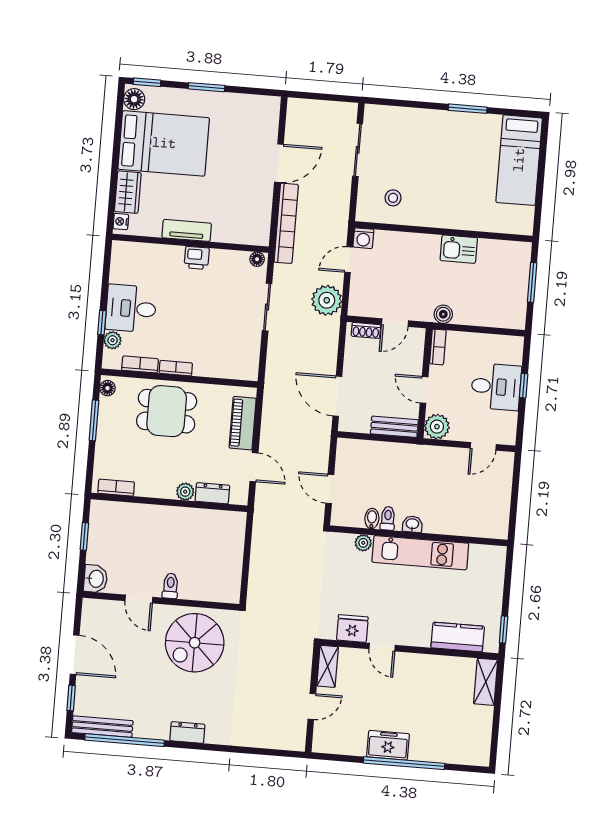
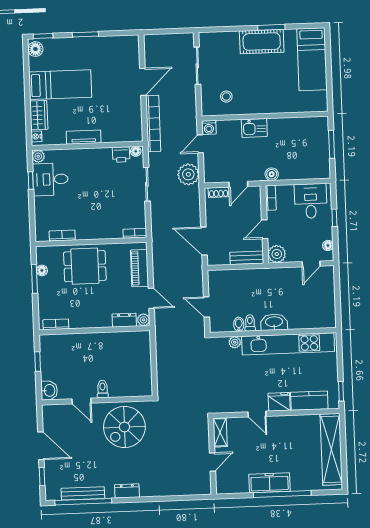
cot: (452, 127) -> (262, 42), added
bed: (164, 143) -> (60, 85), width x0.67
kitchen sink: (459, 249) -> (254, 128), moved
printer: (197, 258) -> (121, 154), moved
desk: (131, 308) -> (50, 179), moved
window: (102, 323) -> (31, 180), moved
plant: (112, 340) -> (38, 156), moved
bookcase: (176, 368) -> (135, 233), moved
desk: (496, 387) -> (311, 201), moved, turned -90
floor lamp: (107, 388) -> (42, 270), moved
door: (424, 390) -> (265, 229), hinge flipped
floor lamp: (510, 423) -> (328, 245), added
plant: (185, 492) -> (144, 320), moved
washbasin: (412, 524) -> (274, 322), width x1.91, depth x1.45
kitchen unit: (420, 553) -> (288, 344), width x1.36
fridge: (352, 628) -> (279, 402), moved
shelving: (486, 682) -> (331, 449), width x2.20, depth x1.33
bench: (102, 727) -> (83, 493), moved
freezer: (388, 745) -> (269, 483), width x1.40

